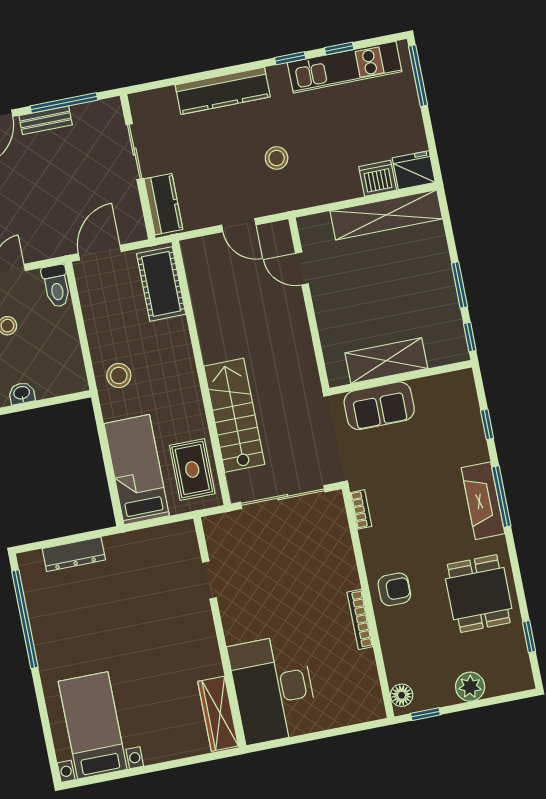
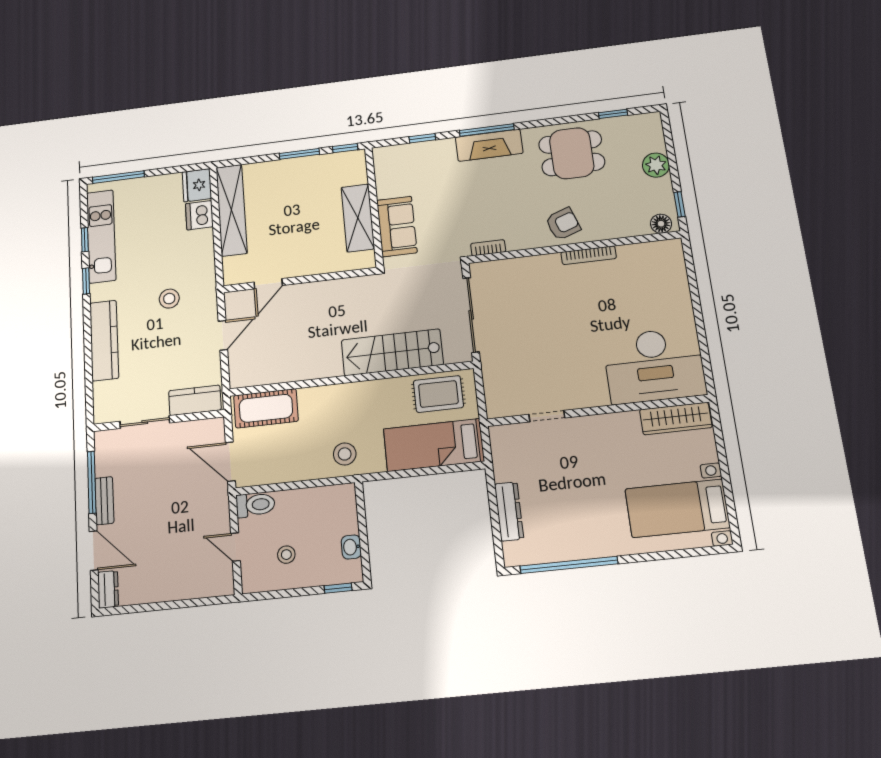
doorway: (209, 580) -> (547, 416), moved
armchair: (394, 589) -> (563, 224), turned 71
wall: (220, 632) -> (597, 411), moved
desk: (273, 689) -> (654, 366), moved
wardrobe: (218, 714) -> (676, 419), moved

